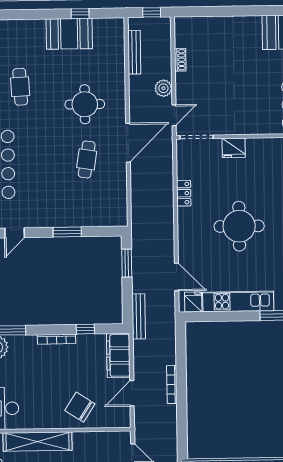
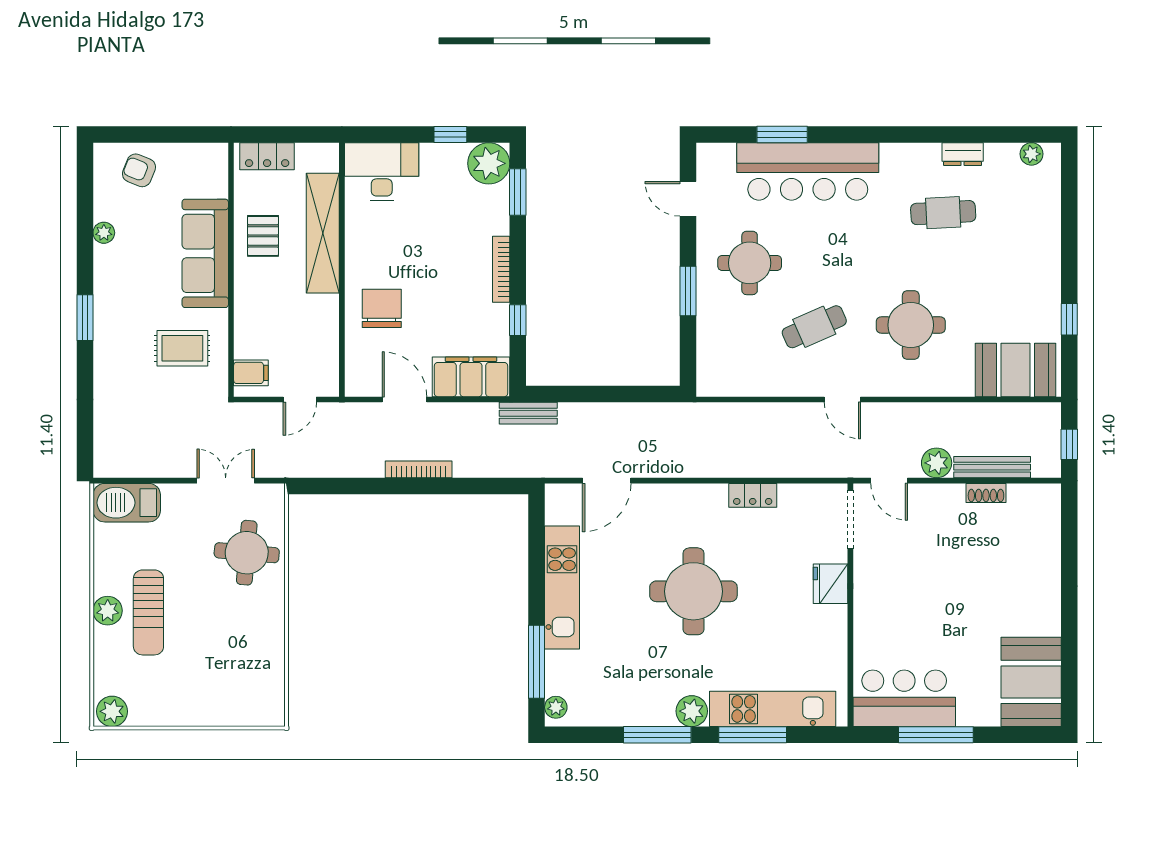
booth: (69, 34) -> (1016, 370), moved, turned 90
bench: (134, 52) -> (992, 467), moved
door: (128, 143) -> (842, 399), width x0.53
cafe table: (87, 159) -> (814, 327), turned -33
round table: (51, 197) -> (750, 263), added
window: (127, 263) -> (632, 394), removed
fridge: (193, 302) -> (562, 509), removed
bench: (139, 316) -> (528, 413), width x0.73
chair: (80, 407) -> (382, 308), turned -33

